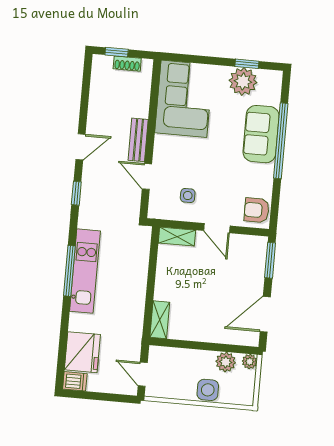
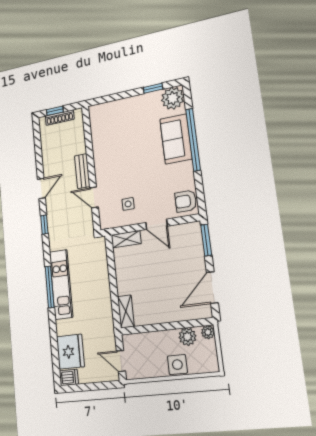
shoe rack: (127, 64) -> (60, 118), width x1.43
plant: (243, 81) -> (173, 98), moved
corner sofa: (184, 99) -> (110, 130), removed

